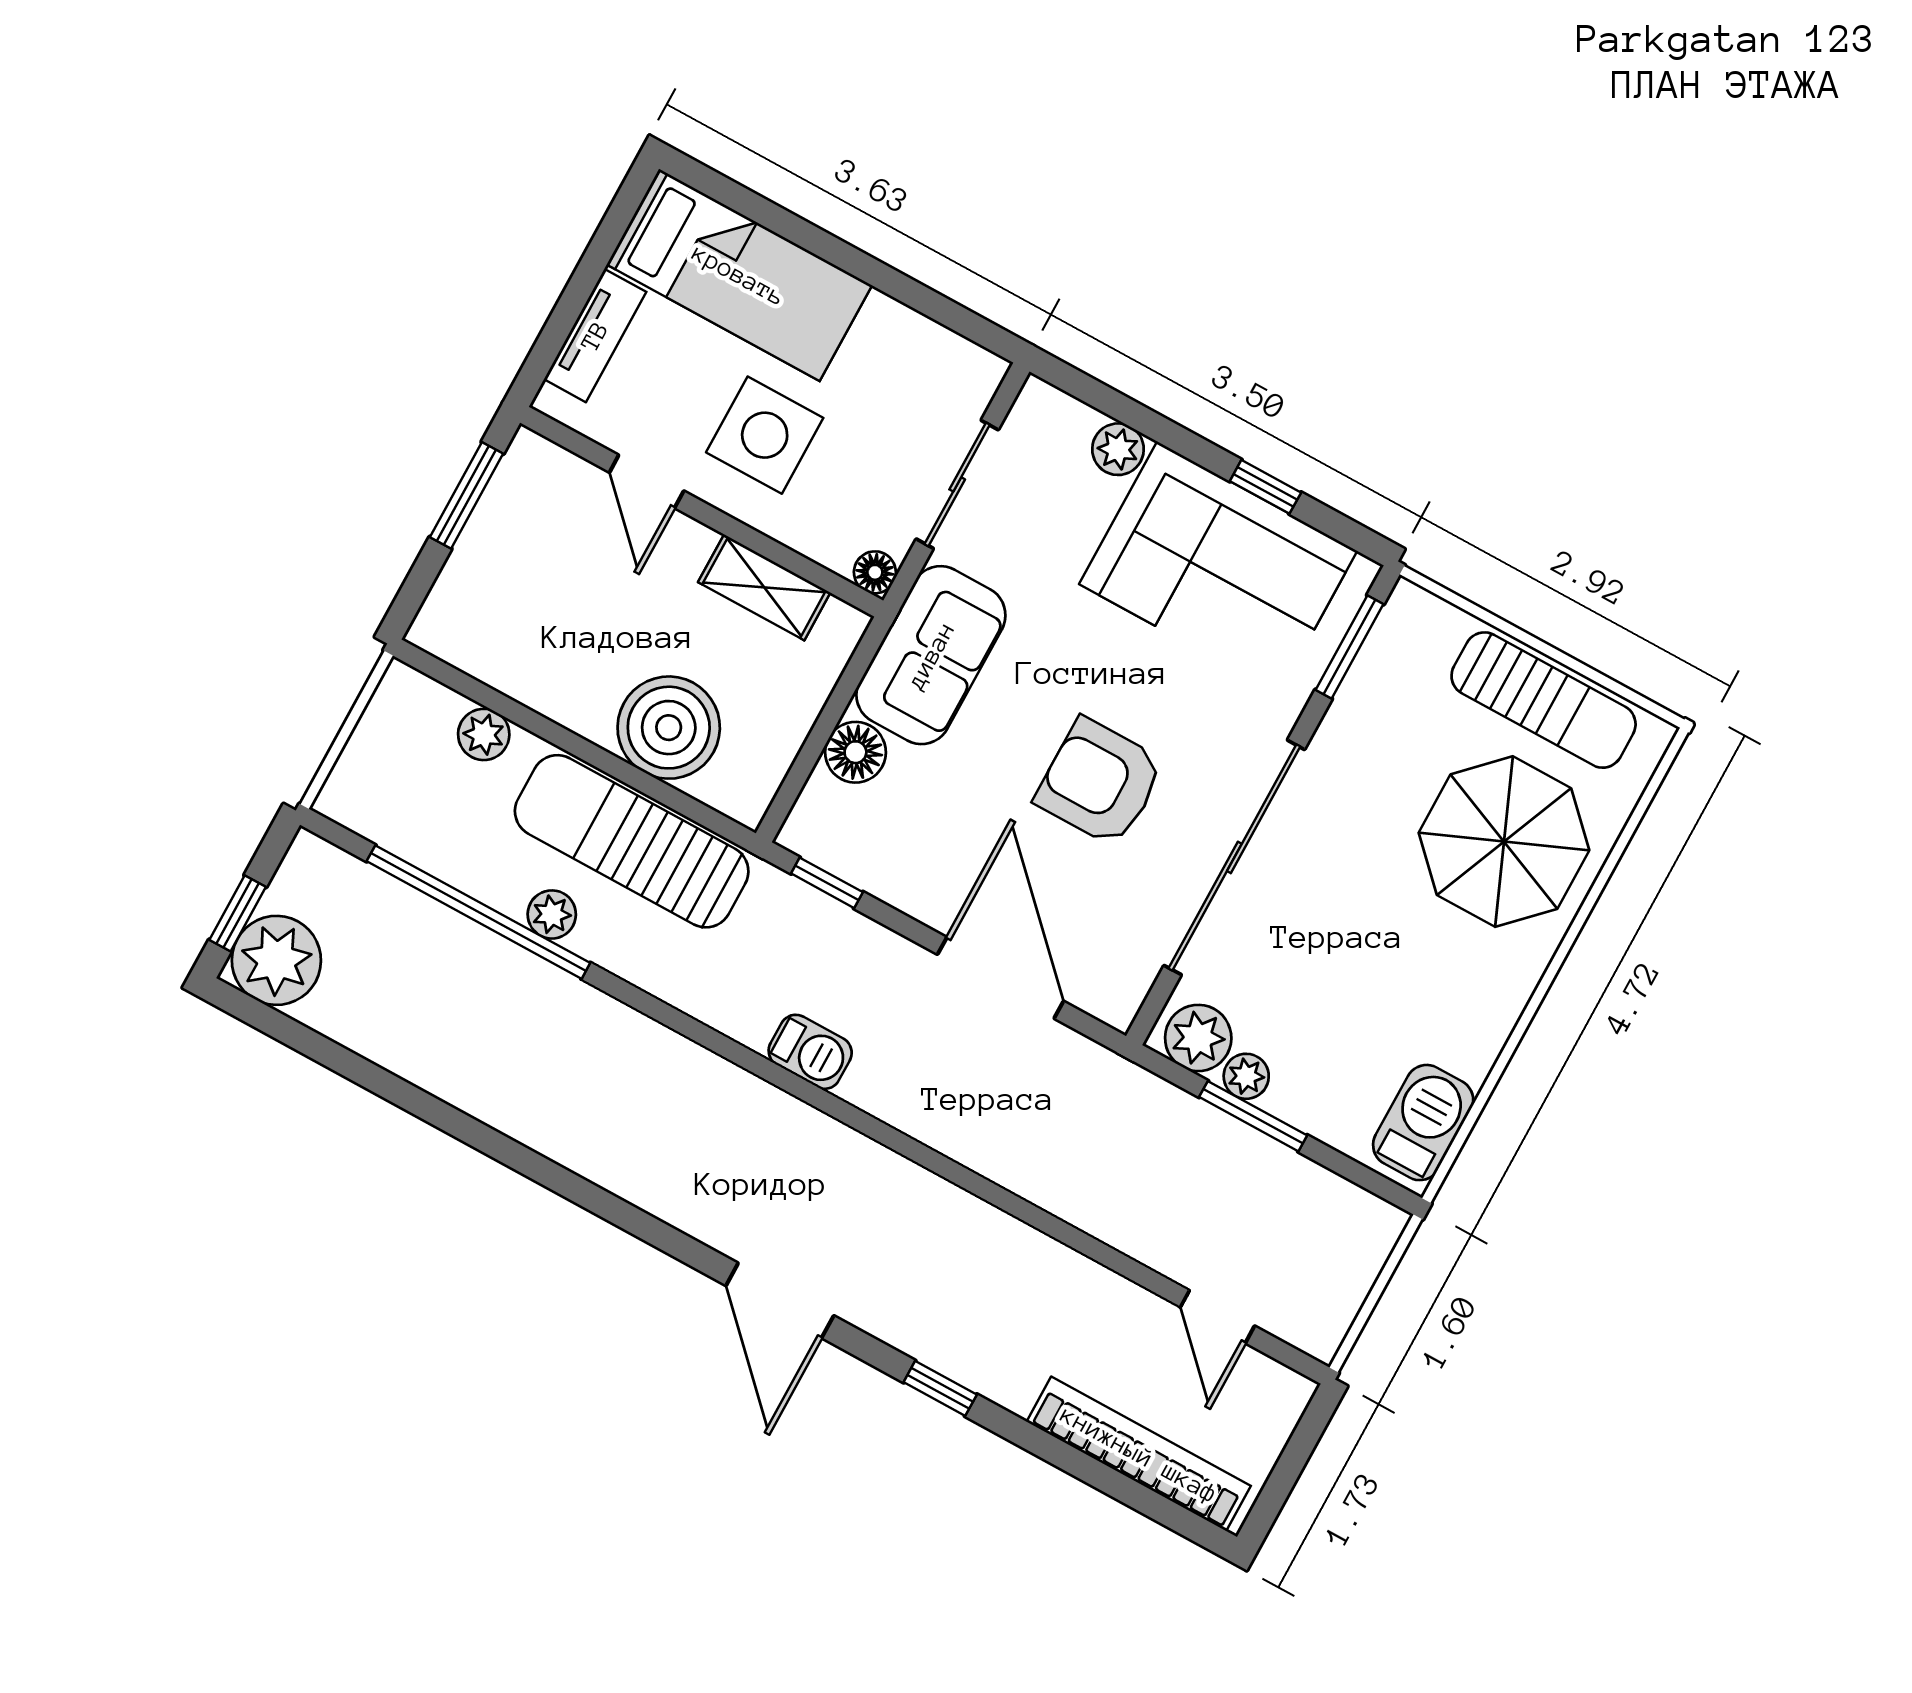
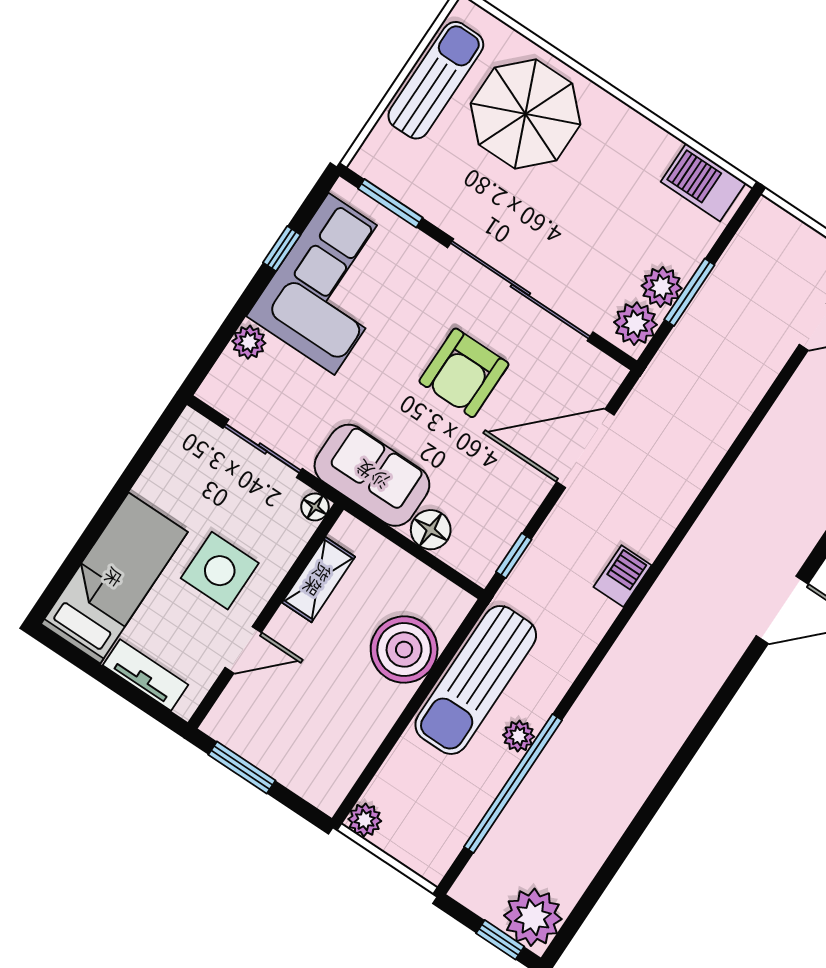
plant: (484, 734) -> (365, 820), moved
plant: (1246, 1076) -> (662, 287), width x1.38, depth x1.38

